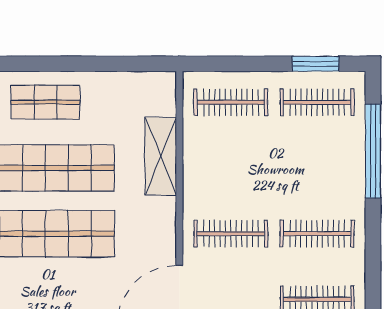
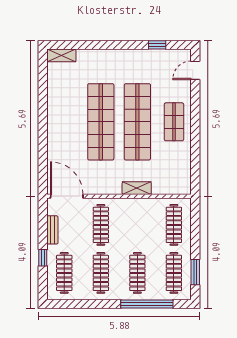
shelving: (161, 156) -> (137, 188), width x0.67, depth x0.75
clothes rail: (317, 168) -> (137, 273), added

